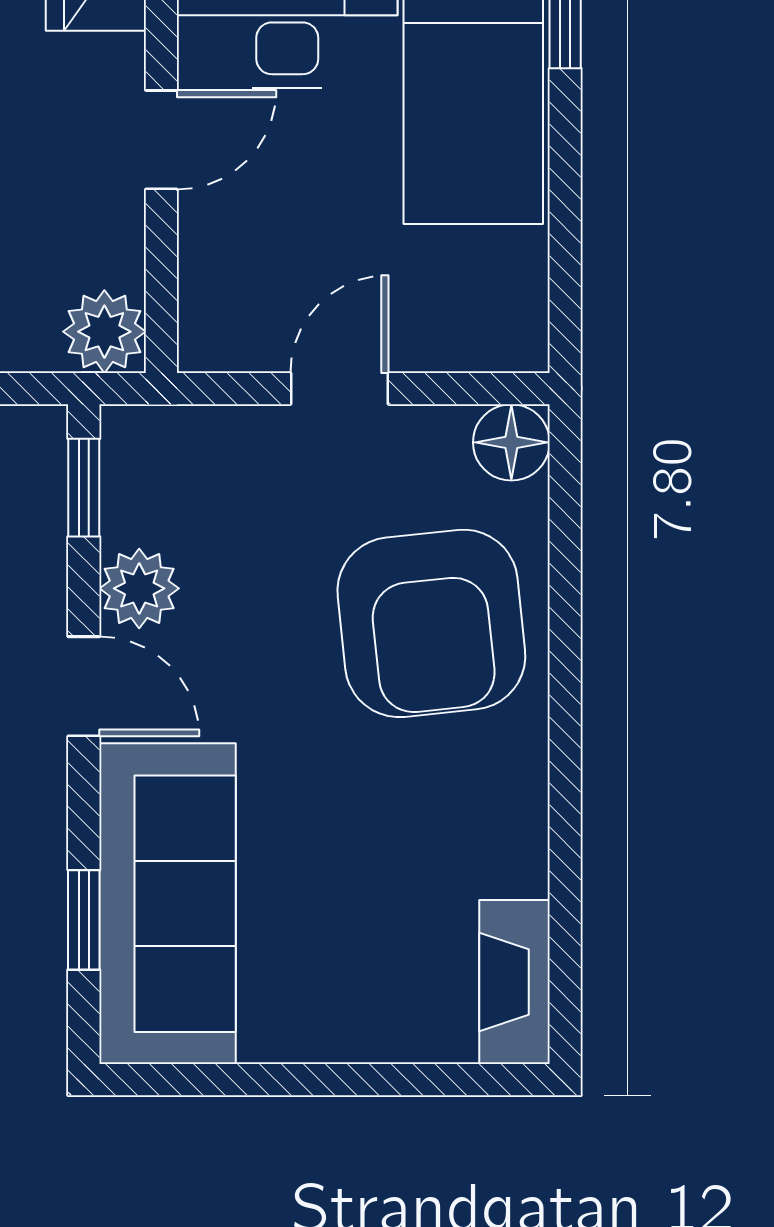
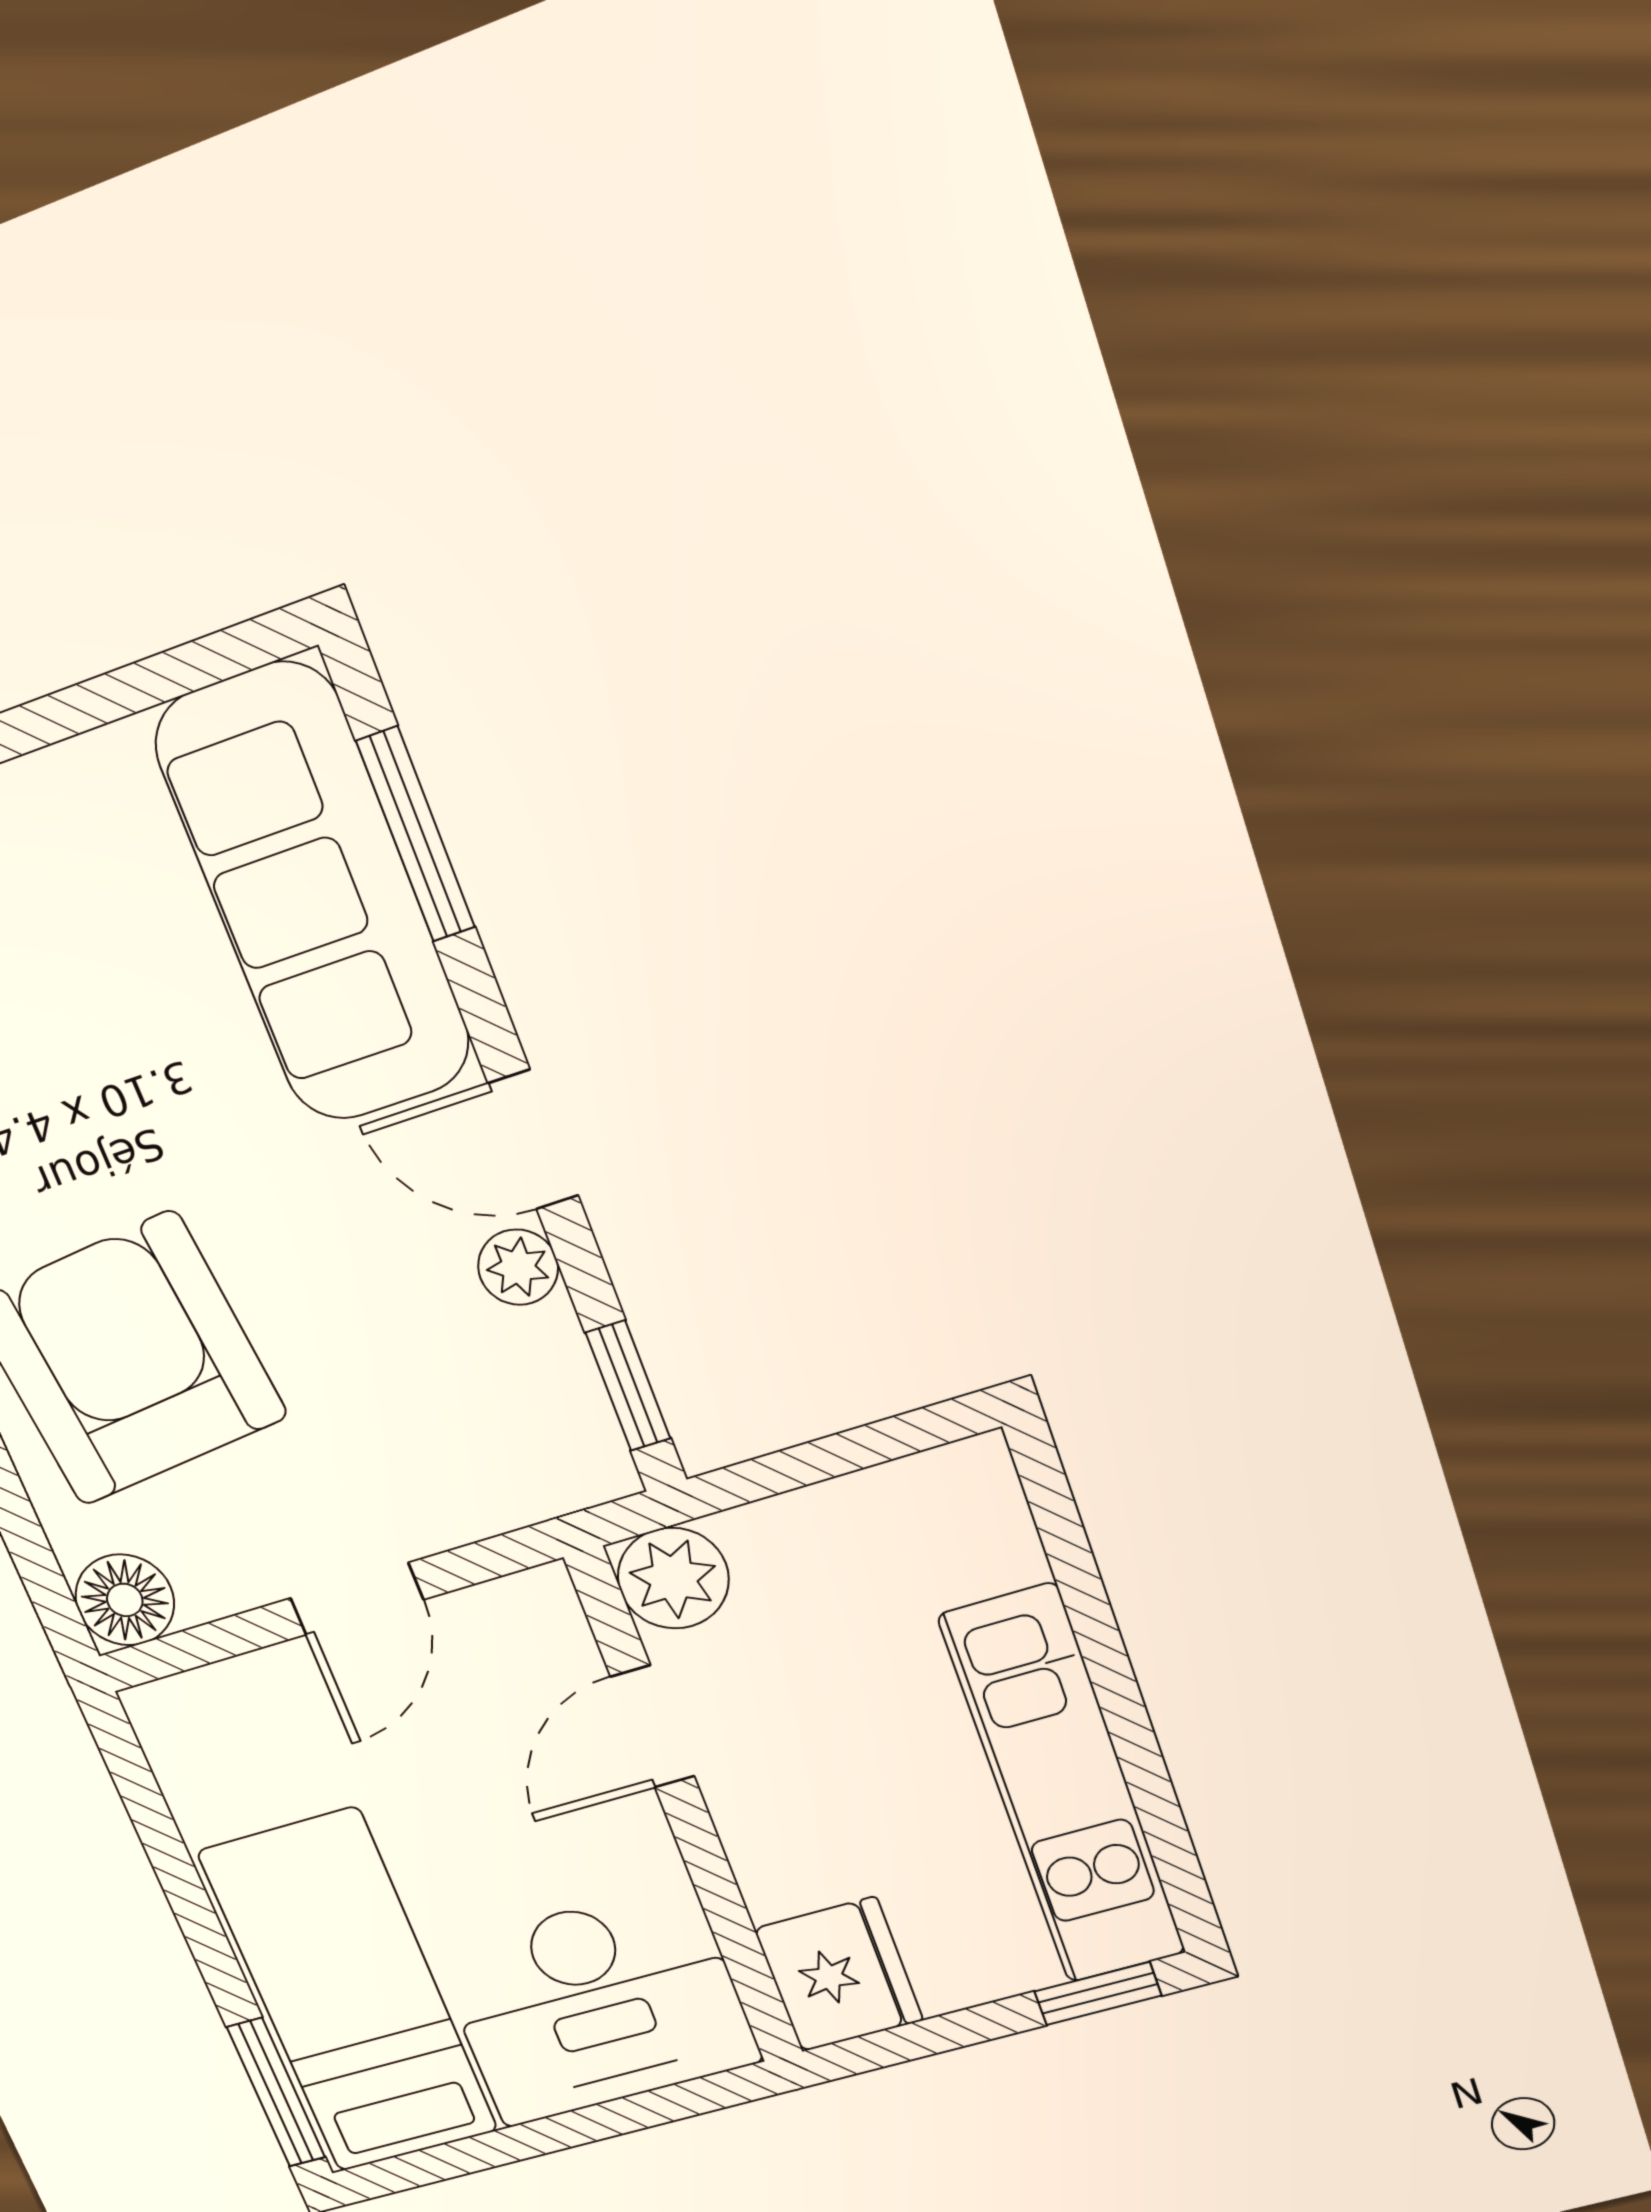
door: (161, 140) -> (653, 1727), moved
plant: (139, 588) -> (518, 1267), width x0.73, depth x0.73
window: (84, 920) -> (416, 835), width x1.50

